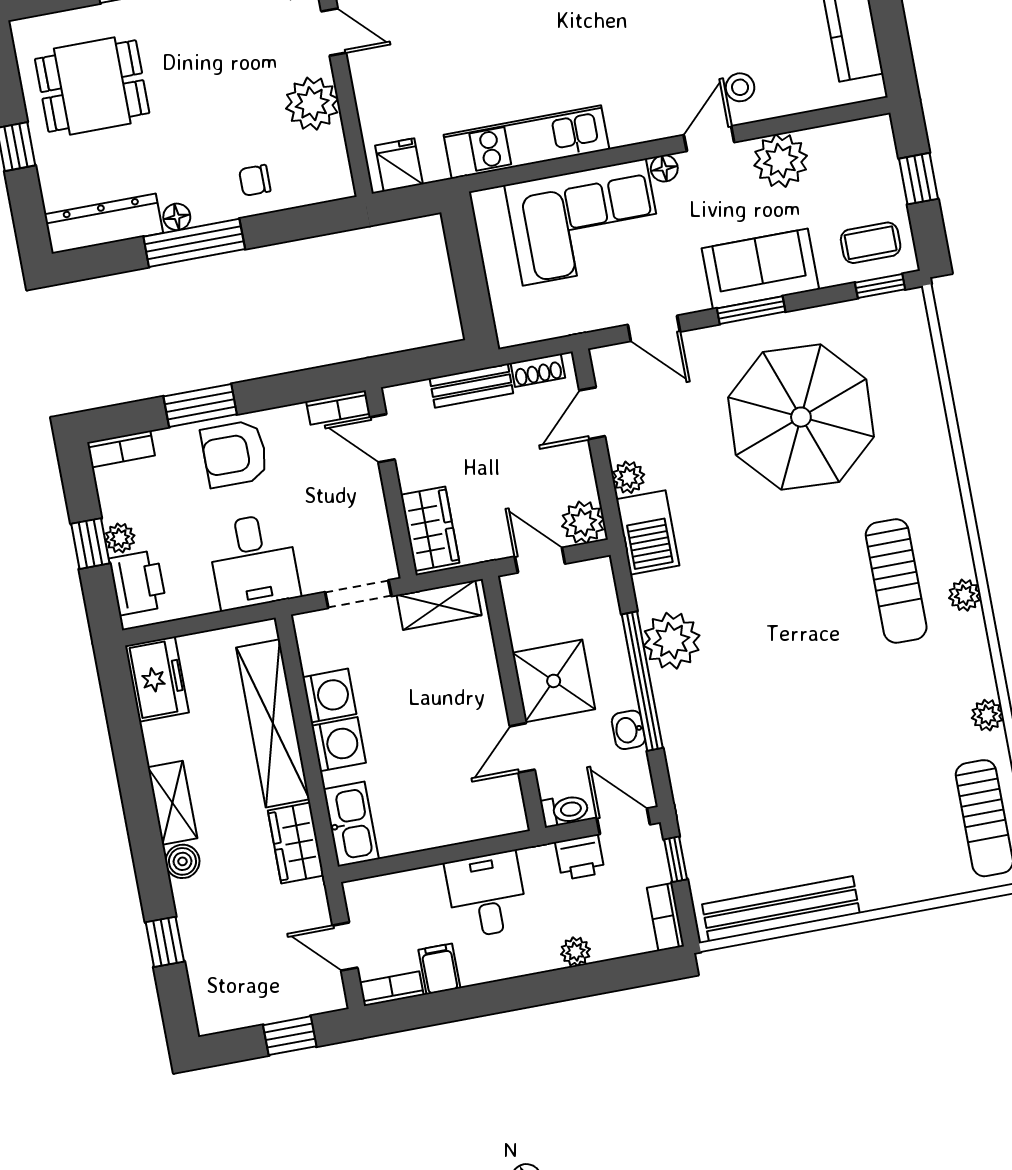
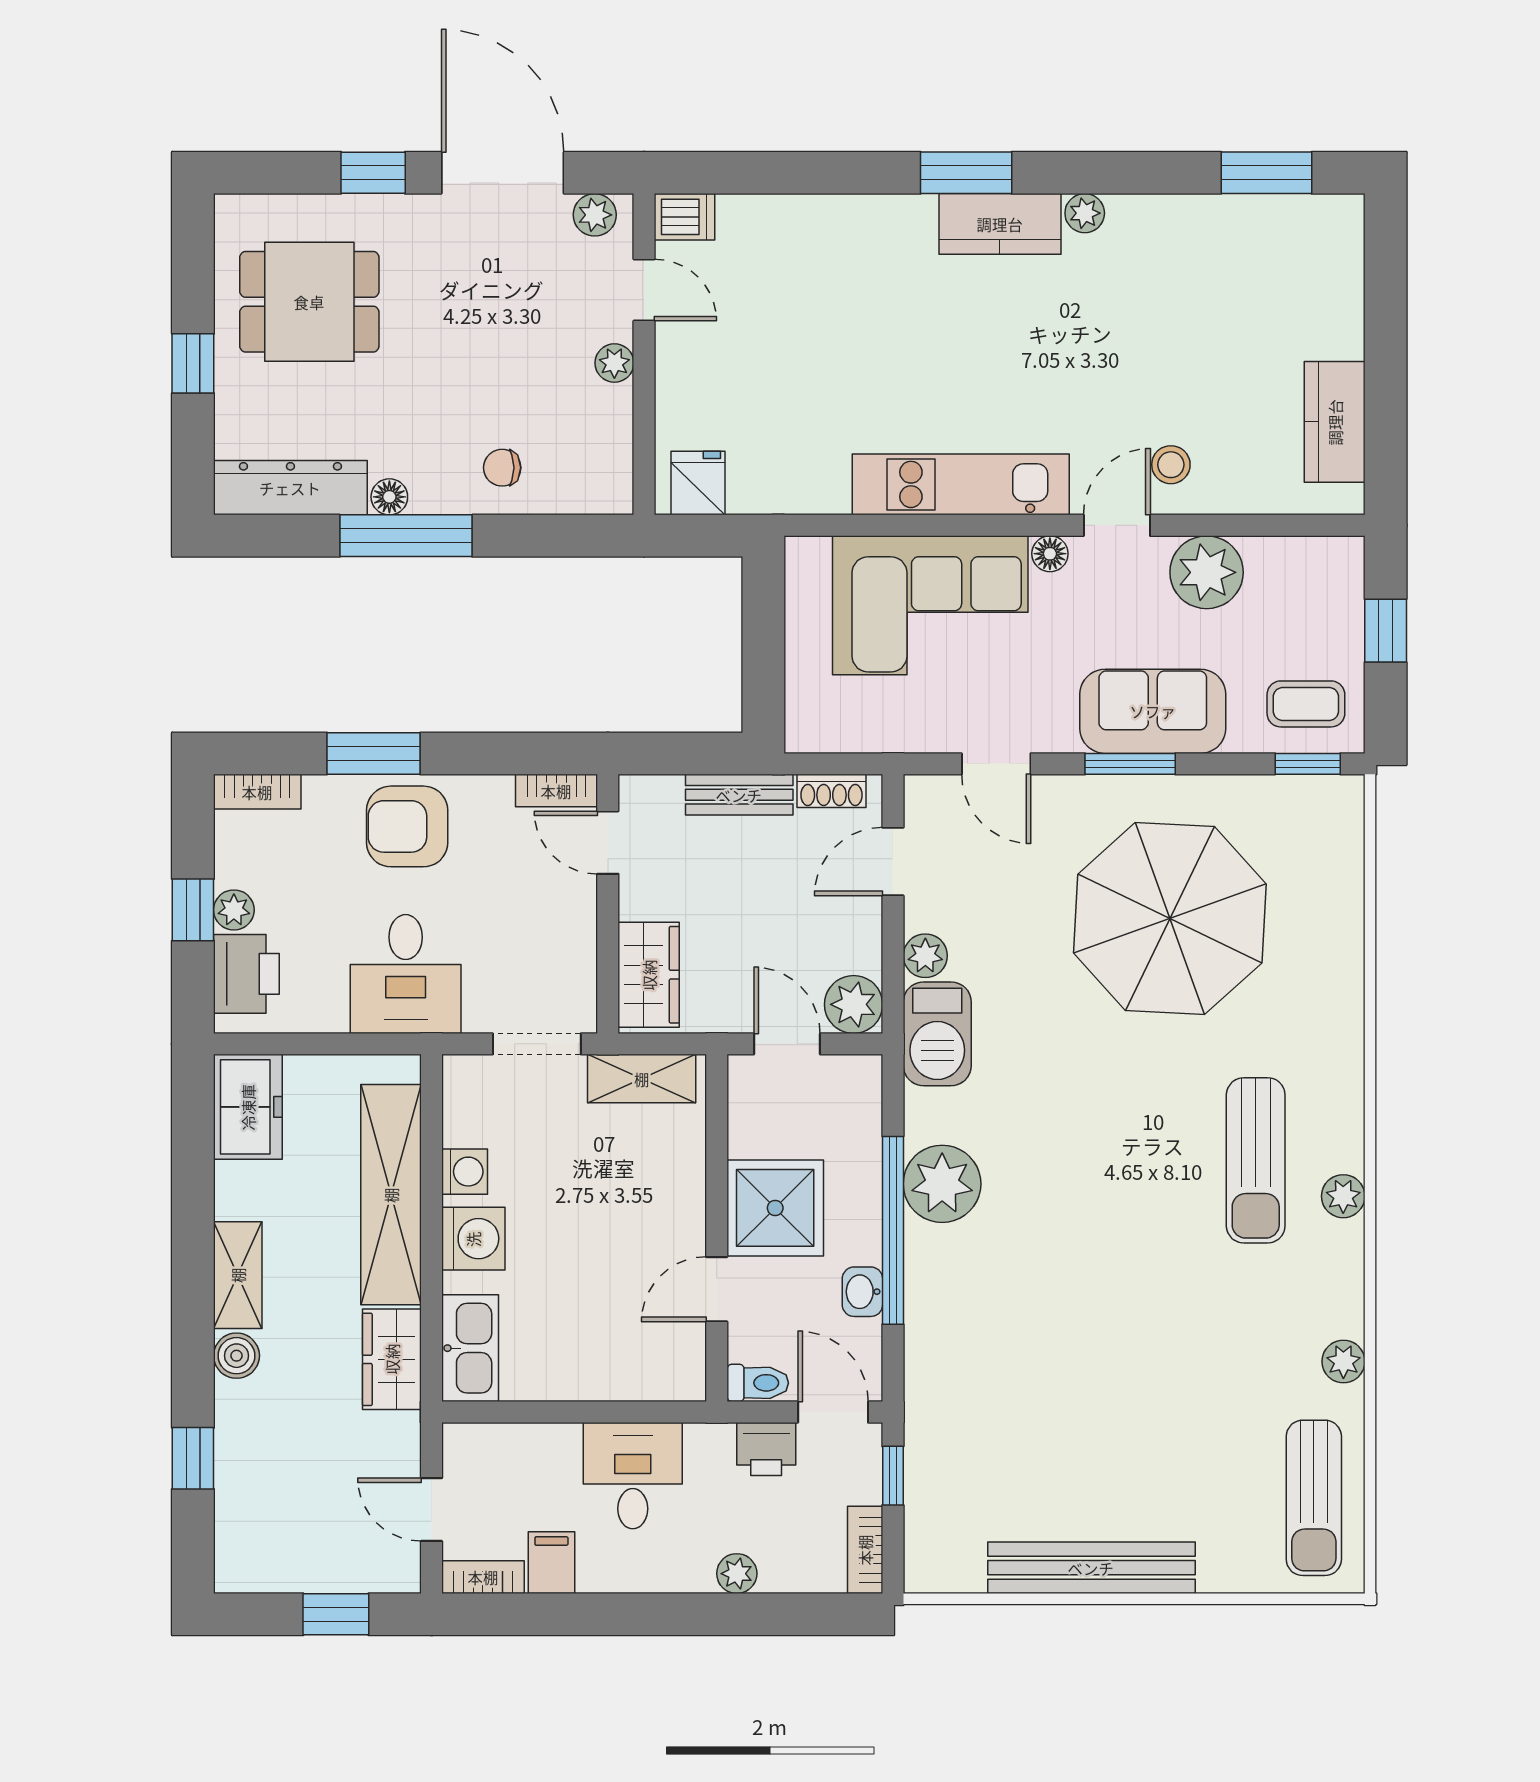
plant: (312, 104) -> (614, 363), width x0.53, depth x0.53
kitchen unit: (526, 142) -> (961, 484), moved
washing machine: (329, 696) -> (465, 1172), width x0.73, depth x0.73
bench: (781, 909) -> (1091, 1568), moved

